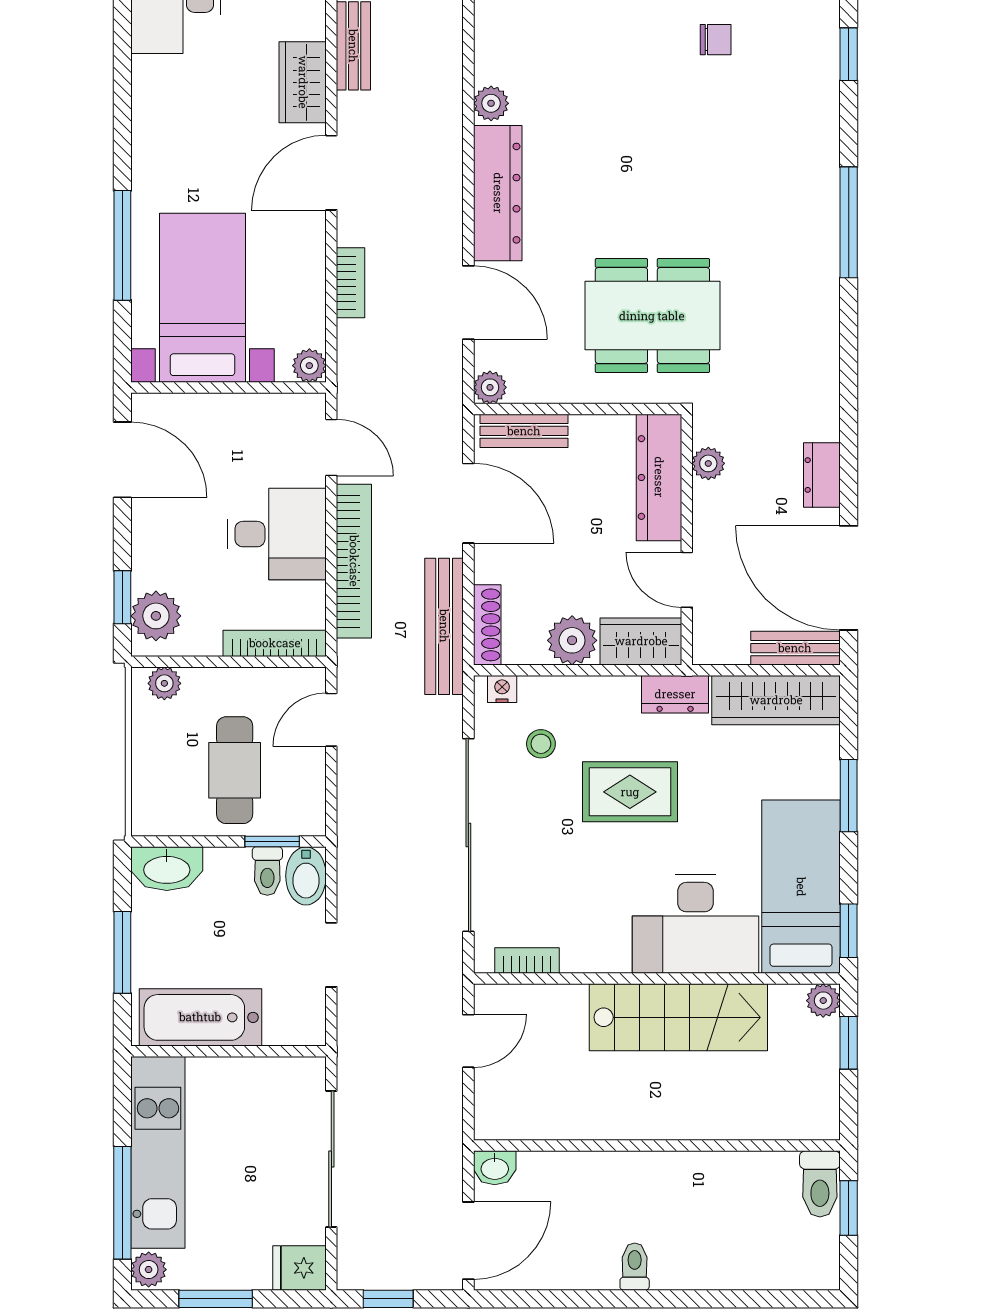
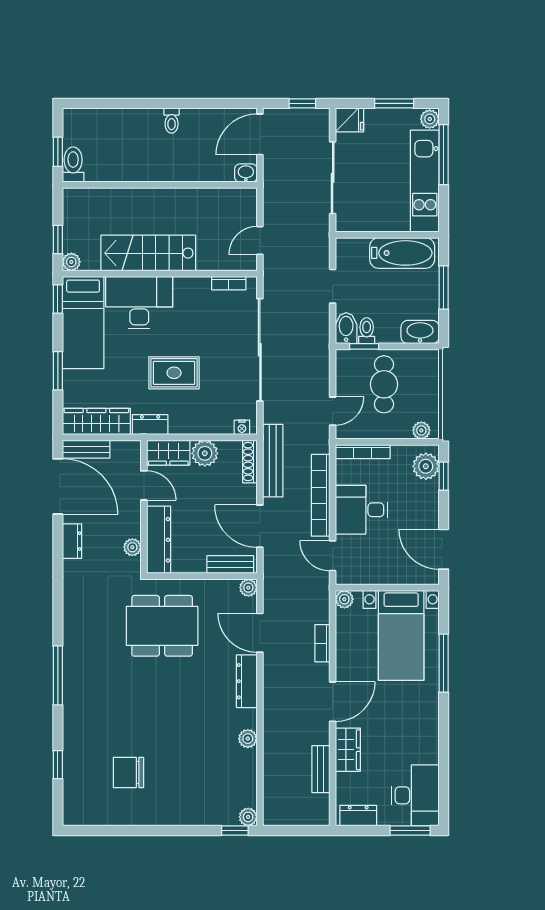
chair: (716, 40) -> (128, 772), width x1.87, depth x1.87
dresser: (498, 193) -> (247, 681), width x0.73, depth x0.80
stool: (541, 744) -> (221, 398), removed

